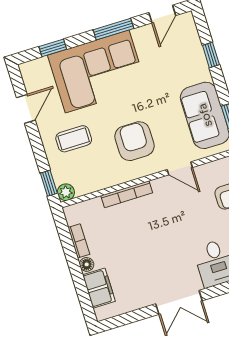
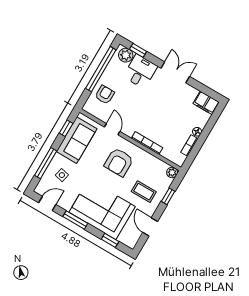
window: (211, 55) -> (46, 163), width x2.17
side table: (180, 61) -> (62, 175), added
door: (26, 109) -> (150, 227), hinge flipped
window: (49, 183) -> (168, 196), moved
filing cabinet: (99, 288) -> (206, 103), moved, turned -90

